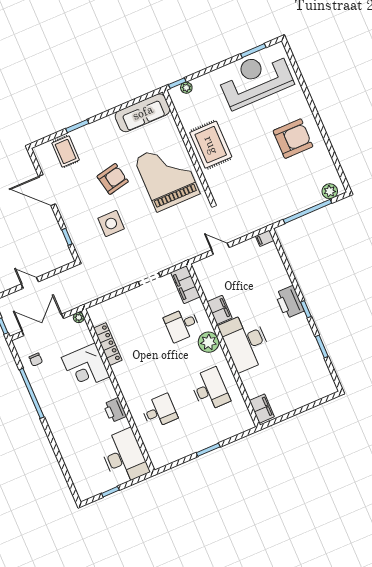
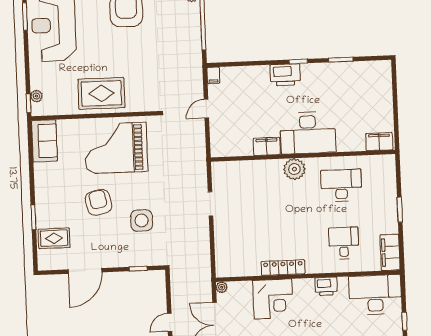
sofa: (143, 113) -> (44, 141), width x0.73
door: (220, 249) -> (206, 109), moved
filing cabinet: (185, 285) -> (390, 252), moved, turned 90
desk: (182, 325) -> (267, 188), removed
locker: (108, 344) -> (283, 268), moved

